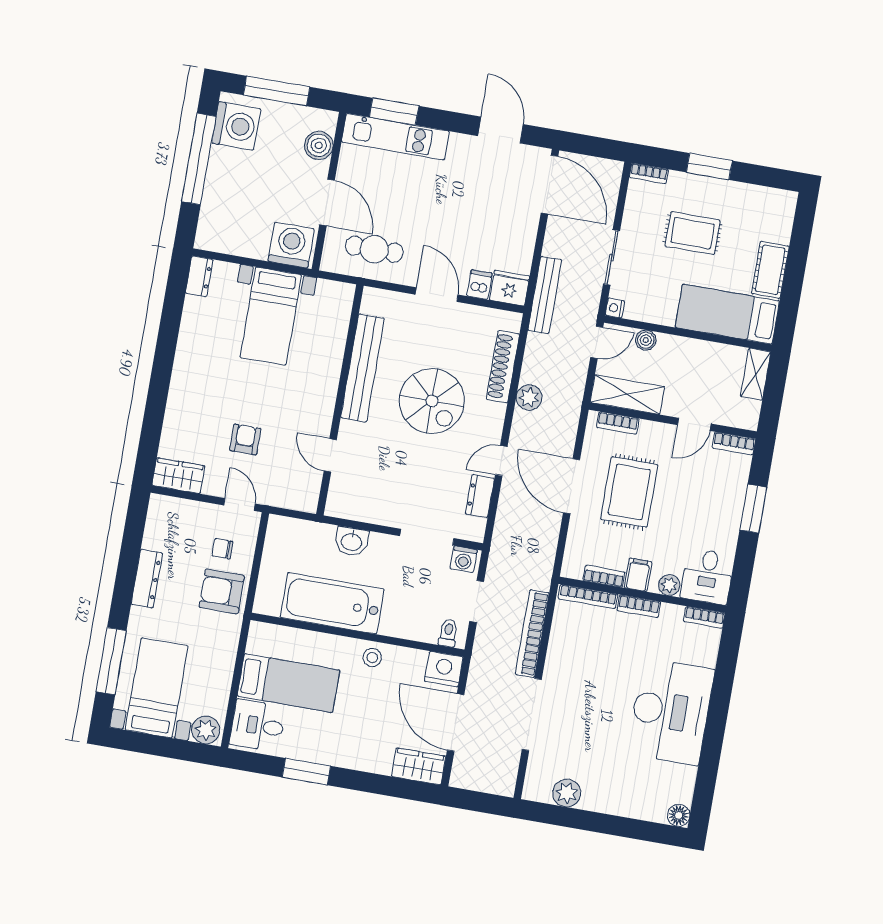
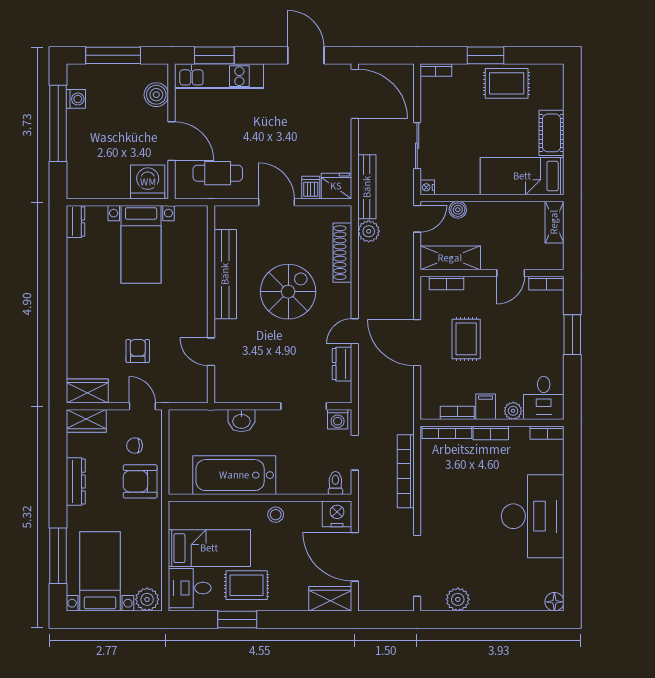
washing machine: (236, 126) -> (76, 99), width x0.53, depth x0.53
rug: (693, 233) -> (507, 83), moved
plant: (529, 398) -> (369, 231), moved
spiral stairs: (432, 401) -> (288, 292), turned -90
rug: (629, 492) -> (466, 339), width x0.73, depth x0.70
wardrobe: (171, 510) -> (86, 421), added
doorway: (532, 714) -> (417, 566), moved
rug: (324, 734) -> (247, 585), added

